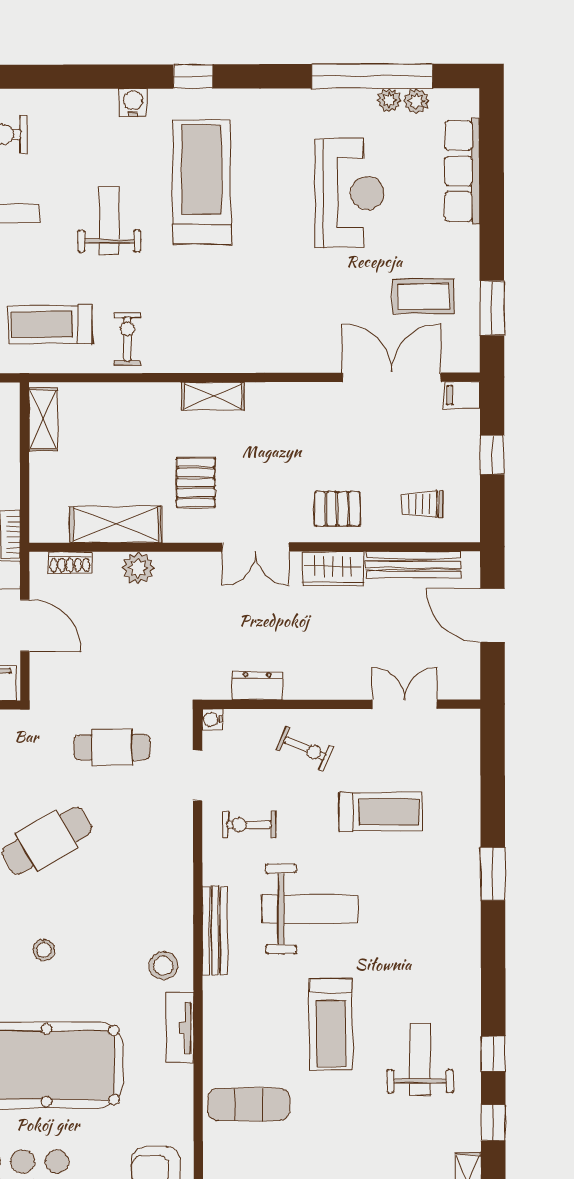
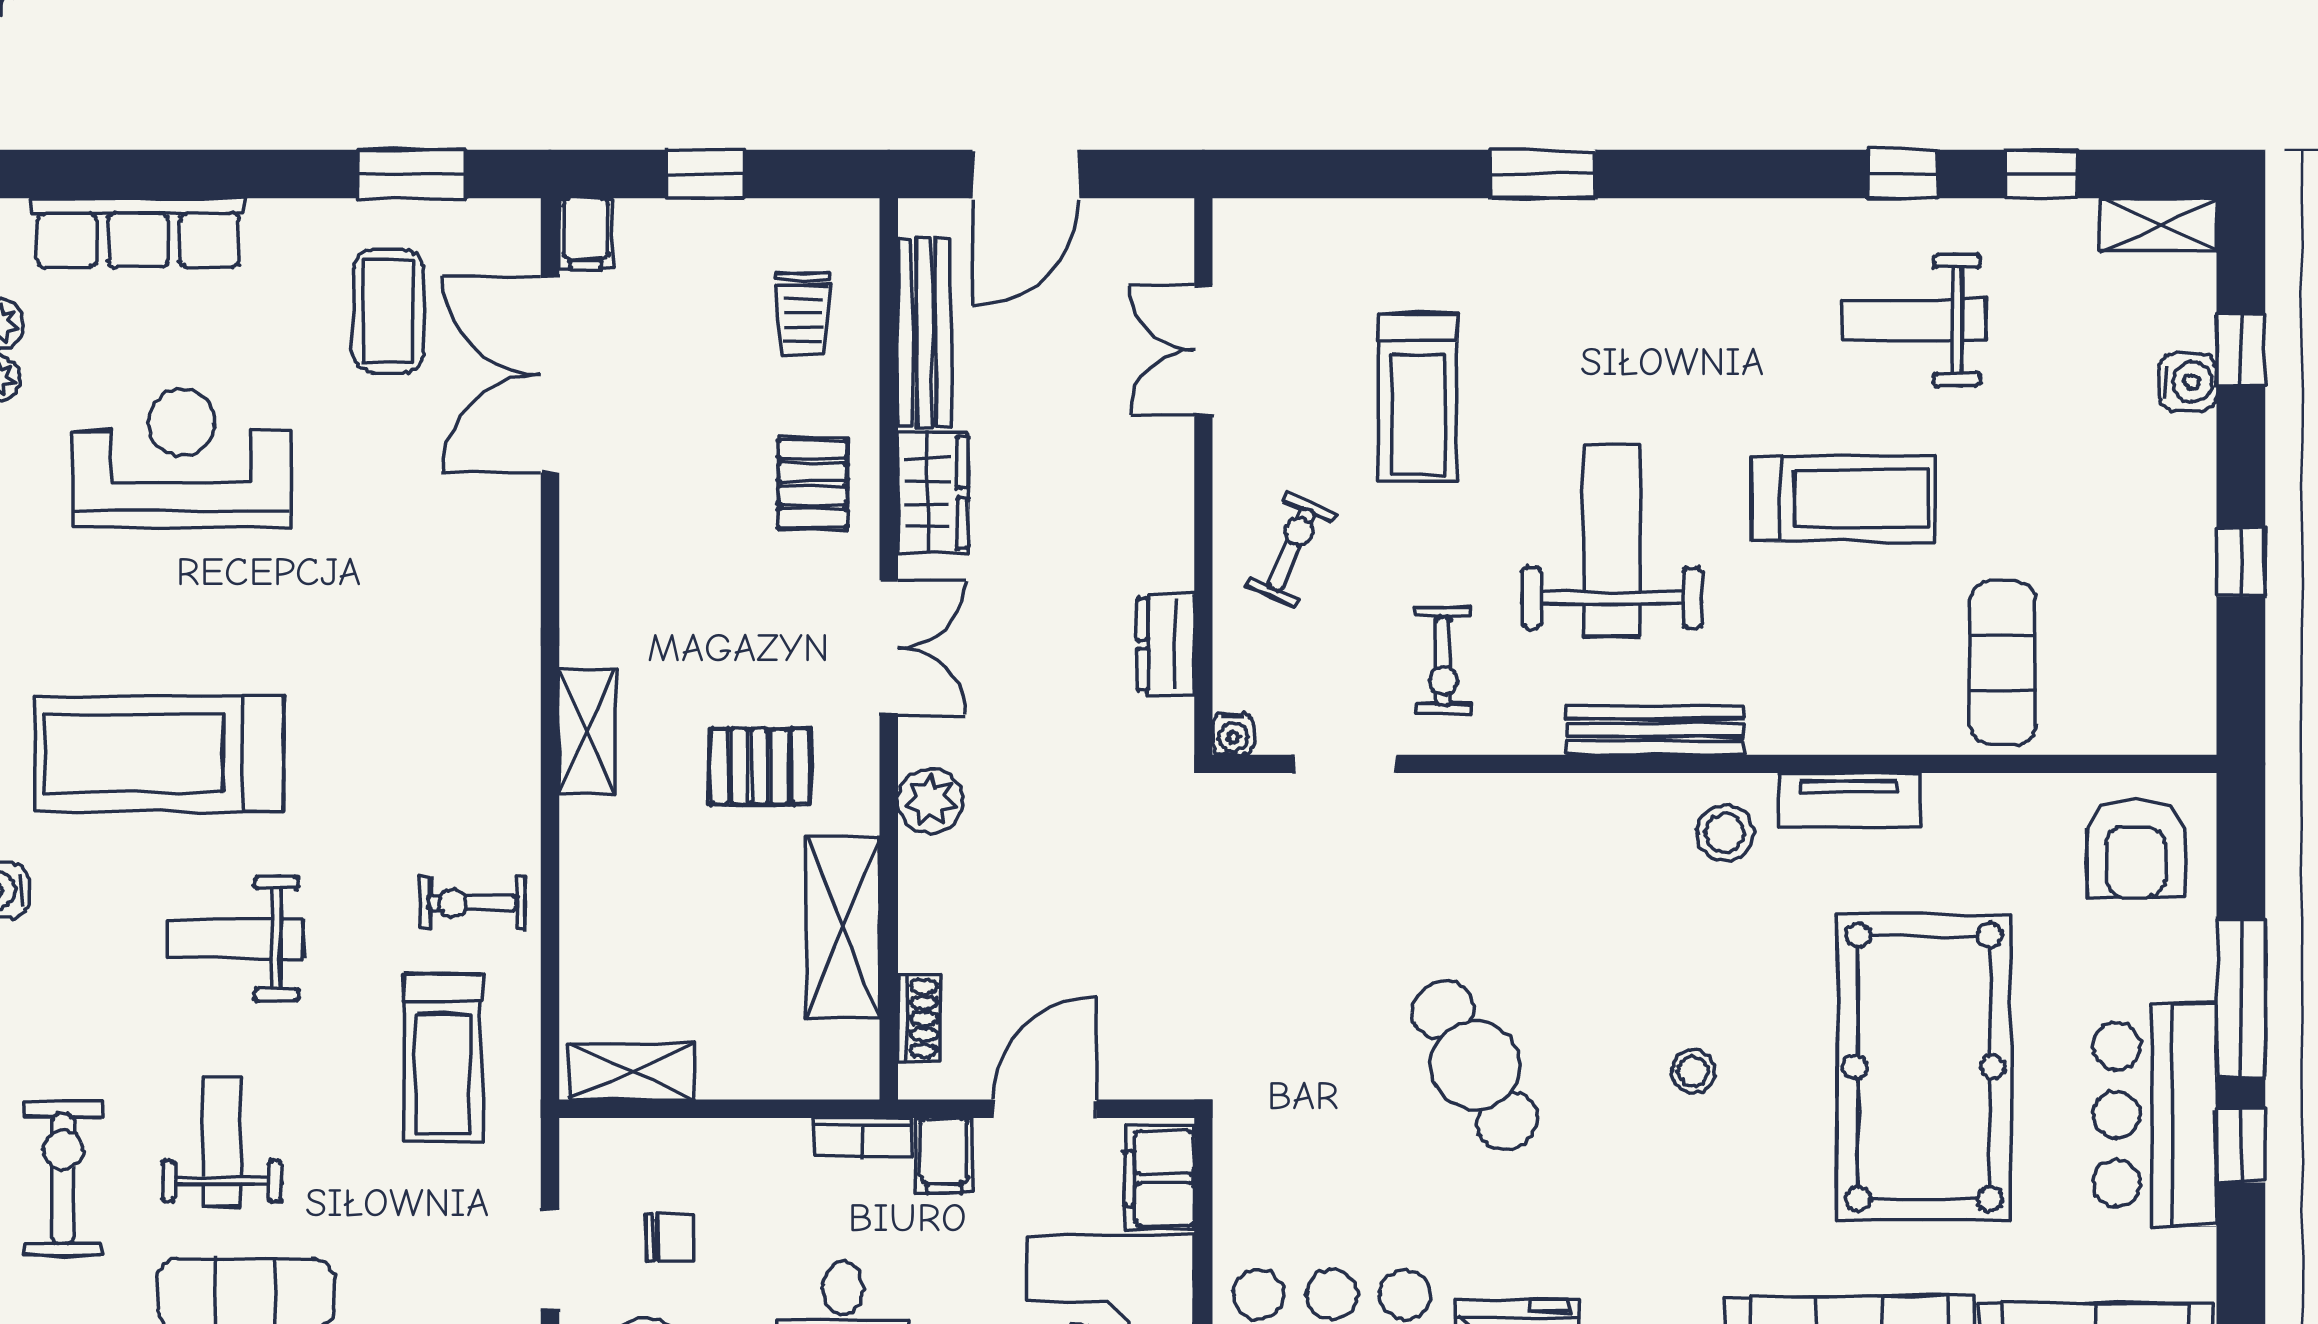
plant: (138, 568) -> (930, 801), moved
cafe table: (112, 747) -> (1288, 935), removed
treadmill: (381, 812) -> (1418, 398), turned 180

